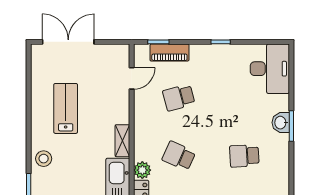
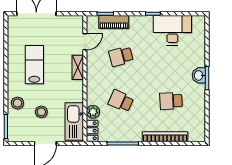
desk: (270, 69) -> (172, 30), moved, turned -90
shelving: (122, 141) -> (78, 67), moved
stool: (75, 170) -> (41, 112), added

